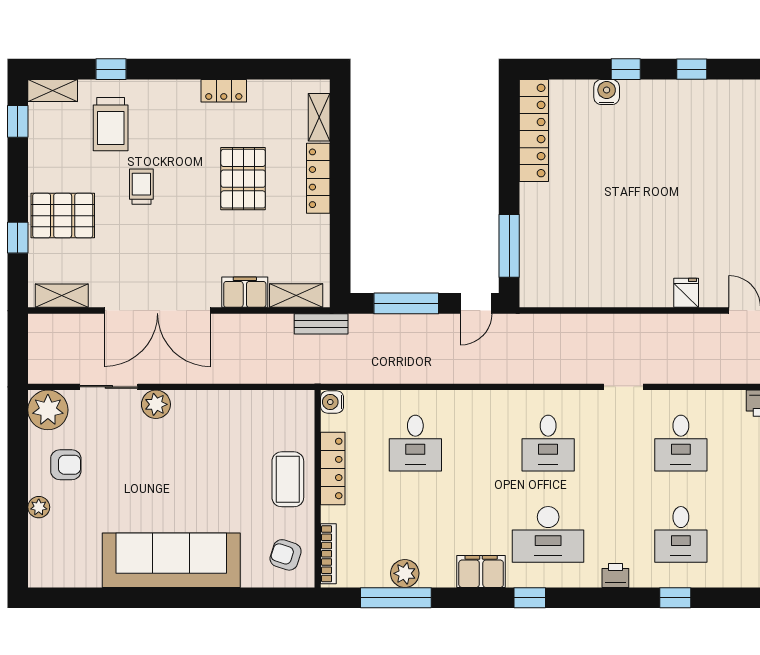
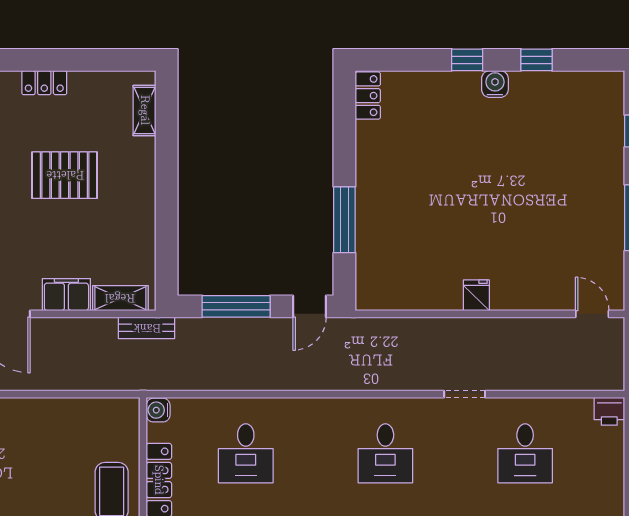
water cooler: (607, 92) -> (495, 84), moved
locker: (534, 131) -> (368, 96), width x0.46, depth x0.83
locker: (318, 178) -> (144, 175), removed
pallet: (243, 179) -> (65, 175), turned 90
window: (509, 246) -> (344, 220), moved
fridge: (686, 293) -> (476, 295), moved

